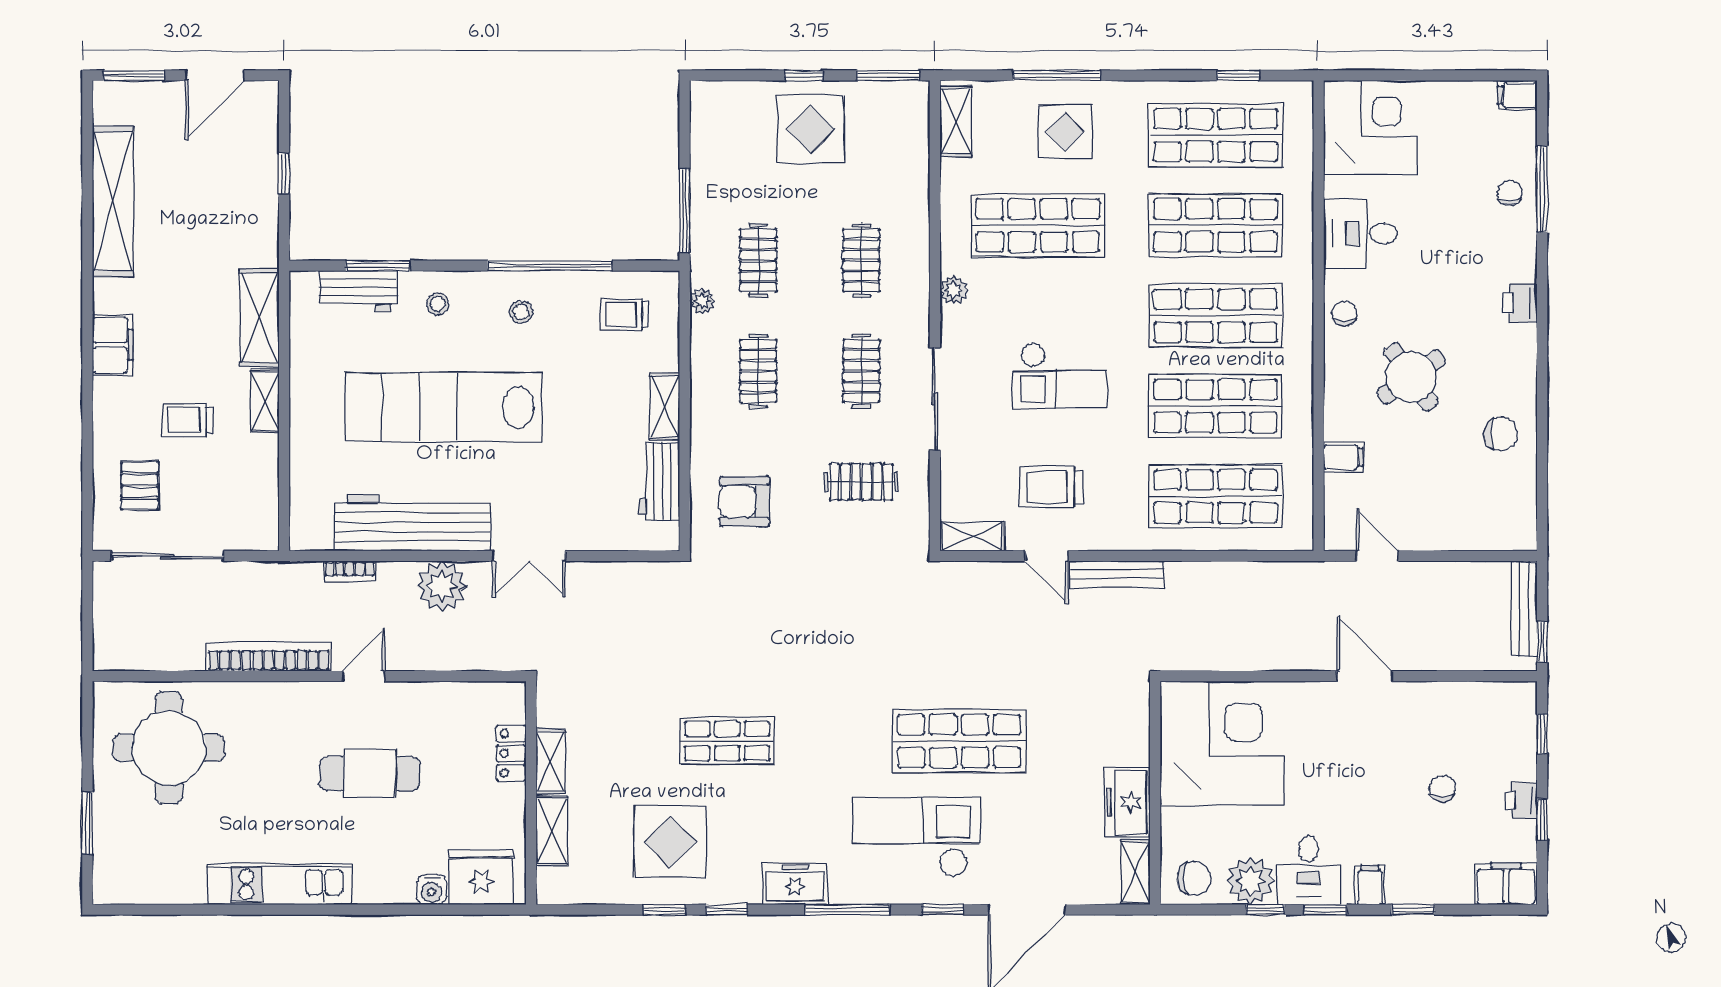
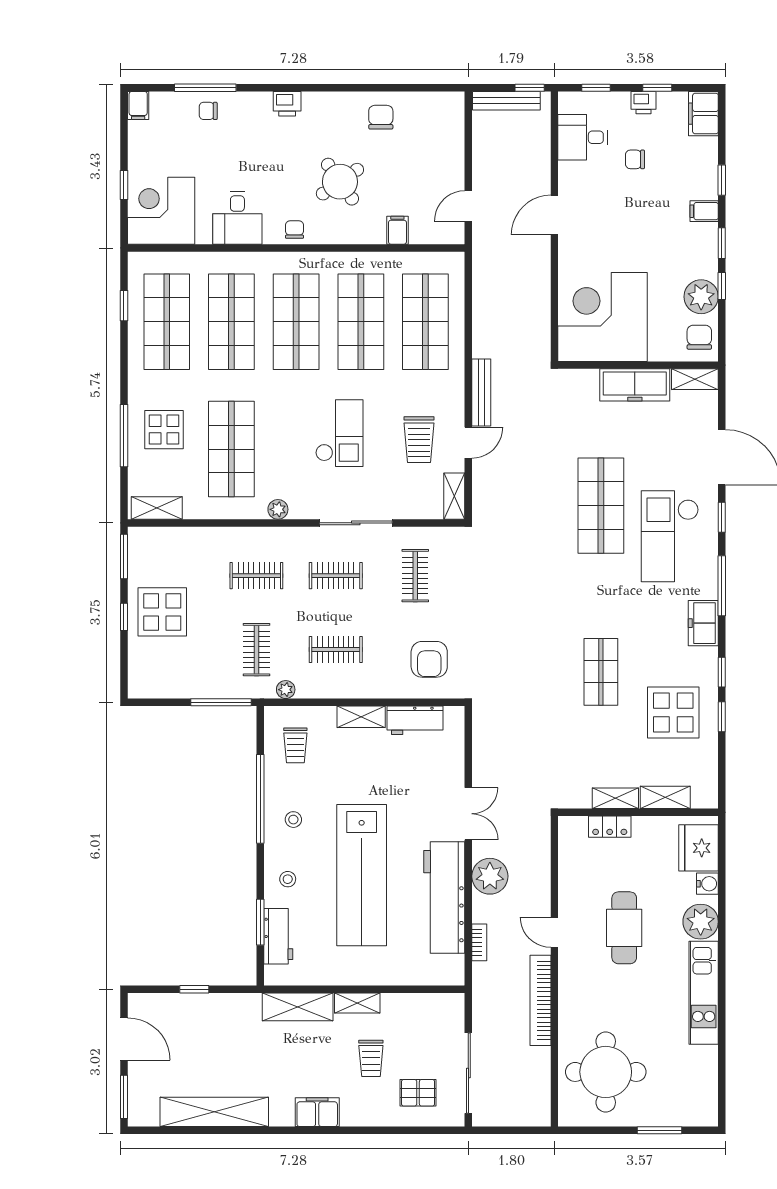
window: (1406, 75) -> (124, 185), added
clothes rail: (758, 260) -> (256, 650), turned 90
chair: (1344, 313) -> (294, 230), turned 90
freezer: (1127, 802) -> (635, 385), width x1.40
desk: (1309, 870) -> (583, 137), moved, turned 180
plant: (378, 880) -> (701, 922), added

